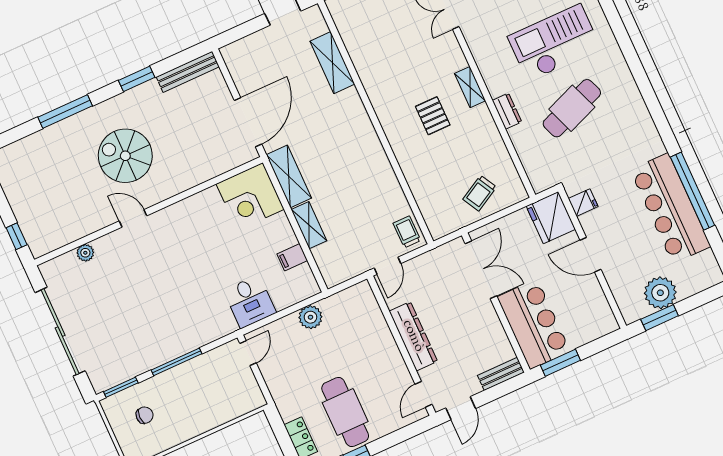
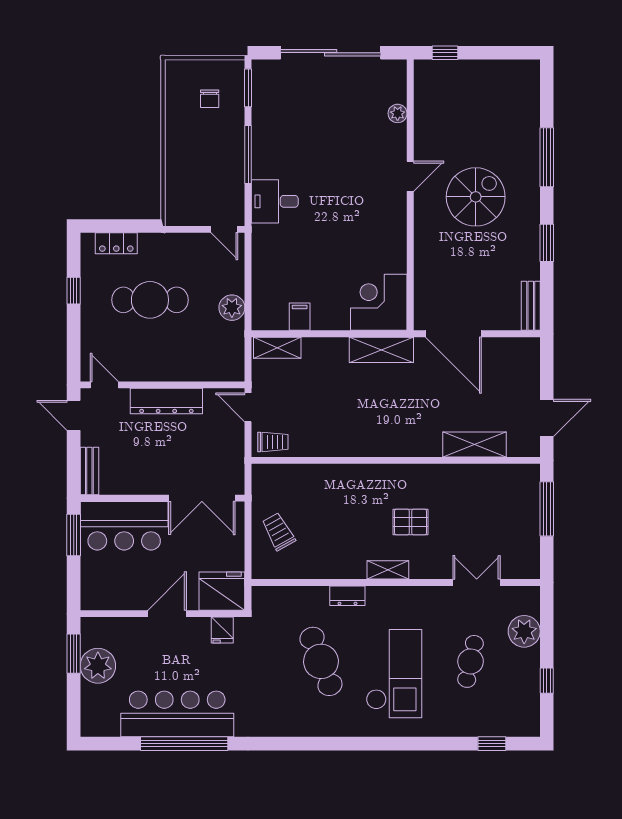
bench: (188, 72) -> (531, 306), width x0.73
pallet: (433, 116) -> (411, 522), moved
shelving: (309, 225) -> (277, 348), moved
desk: (250, 302) -> (275, 201), moved
cafe table: (345, 412) -> (150, 300), moved

